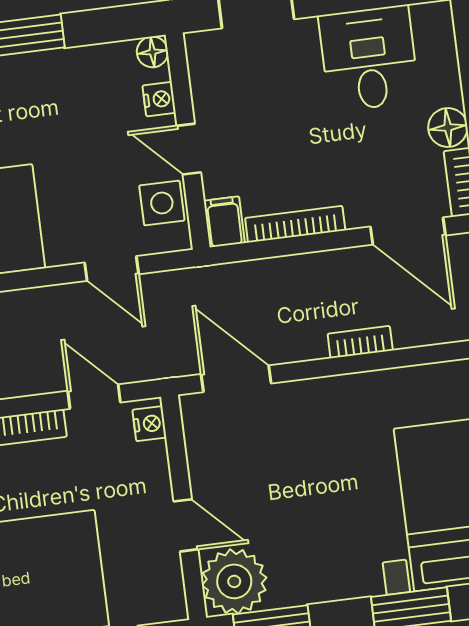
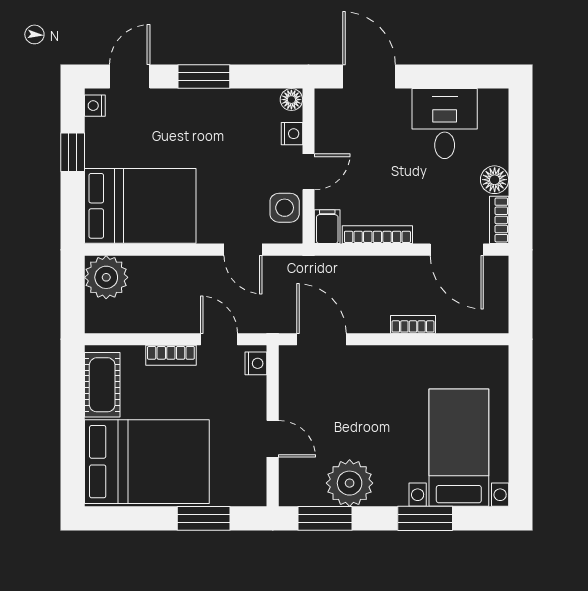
door: (189, 149) -> (308, 172), swing flipped
plant: (234, 581) -> (350, 483), moved

